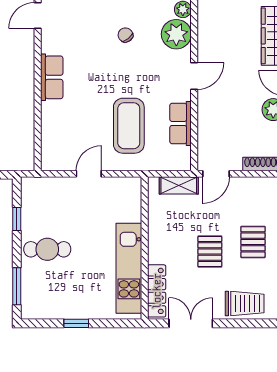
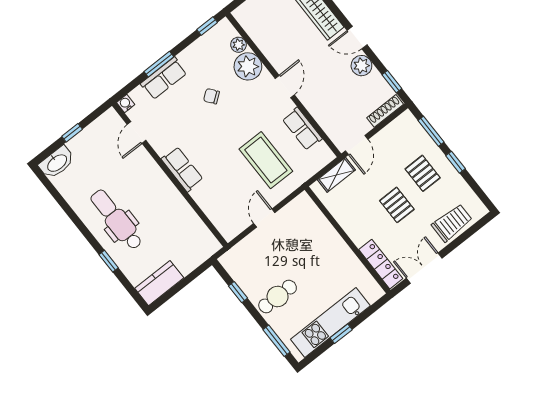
kitchen unit: (129, 268) -> (330, 323), moved, turned 90

